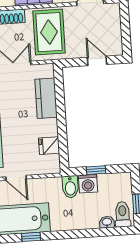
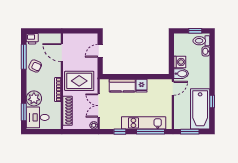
fridge: (49, 146) -> (141, 86), moved
window: (96, 170) -> (171, 56), removed
door: (16, 178) -> (173, 88), moved

